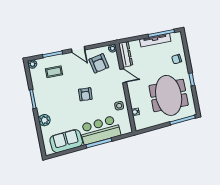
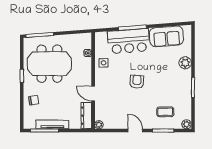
armchair: (99, 63) -> (116, 112), removed
meeting table: (169, 95) -> (49, 64), turned 90

